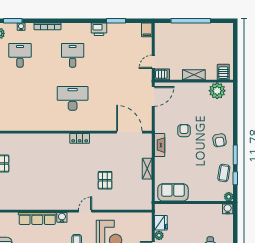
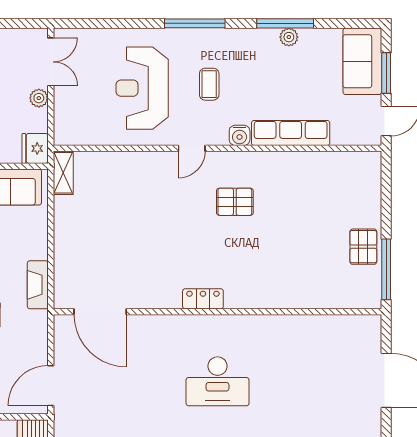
shelving: (147, 169) -> (63, 173), moved
pallet: (105, 180) -> (235, 202), moved, turned 90
fridge: (161, 223) -> (35, 148), moved

